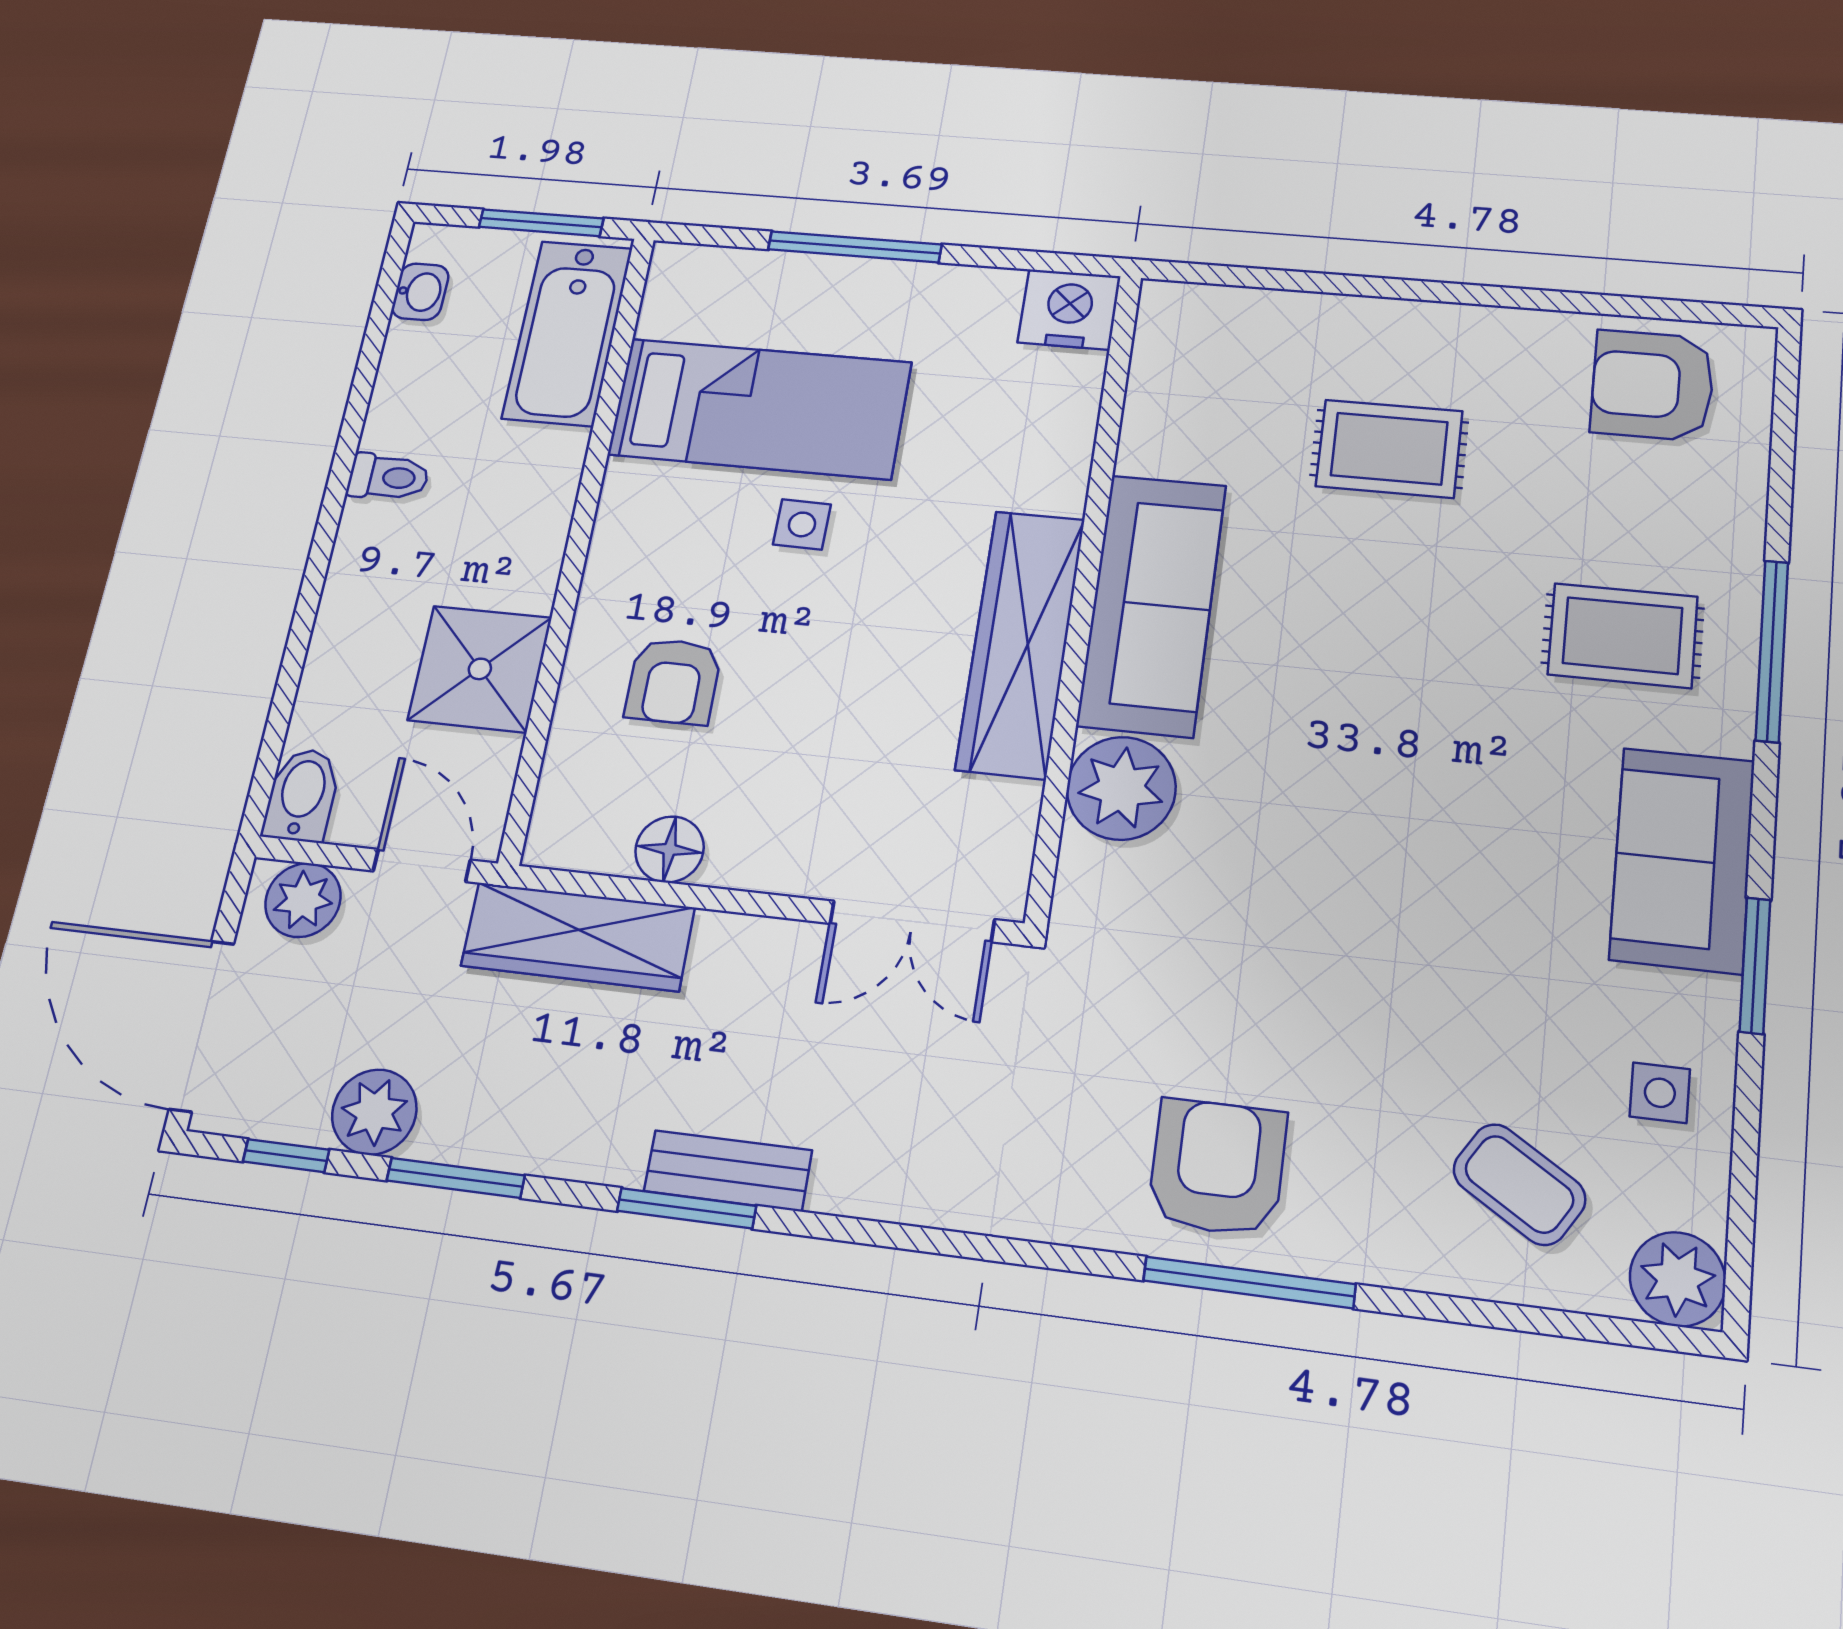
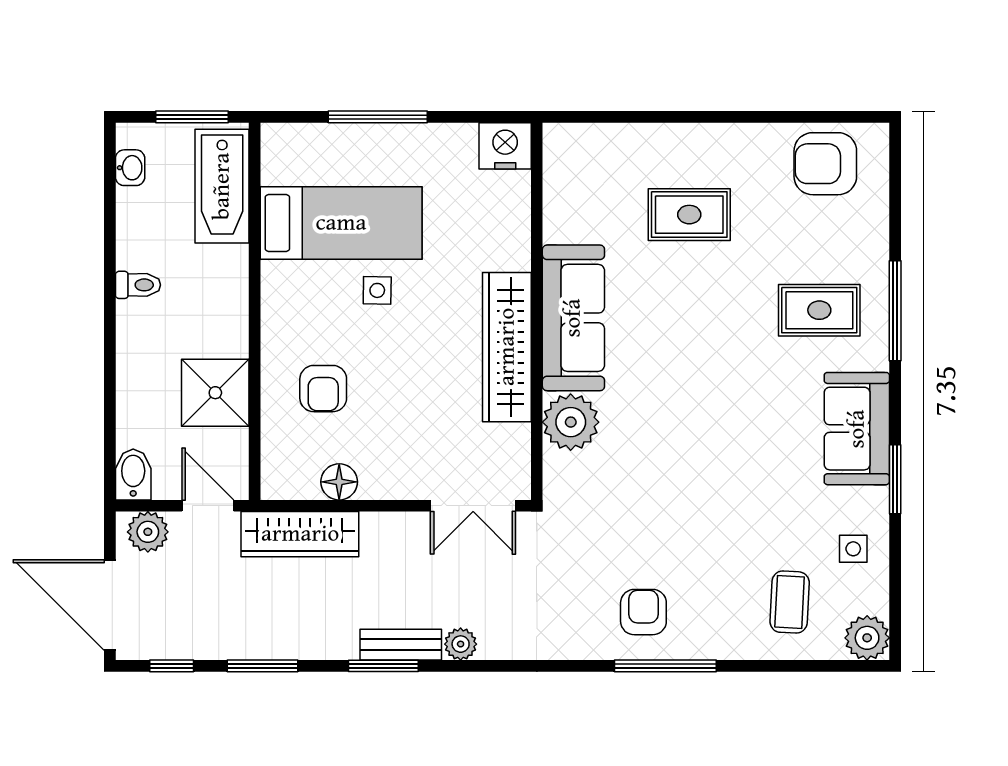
plant: (374, 1112) -> (461, 644), moved, width x0.73, depth x0.73
armchair: (1217, 1167) -> (643, 612), width x0.72, depth x0.72
coffee table: (1519, 1184) -> (790, 602), turned 61

